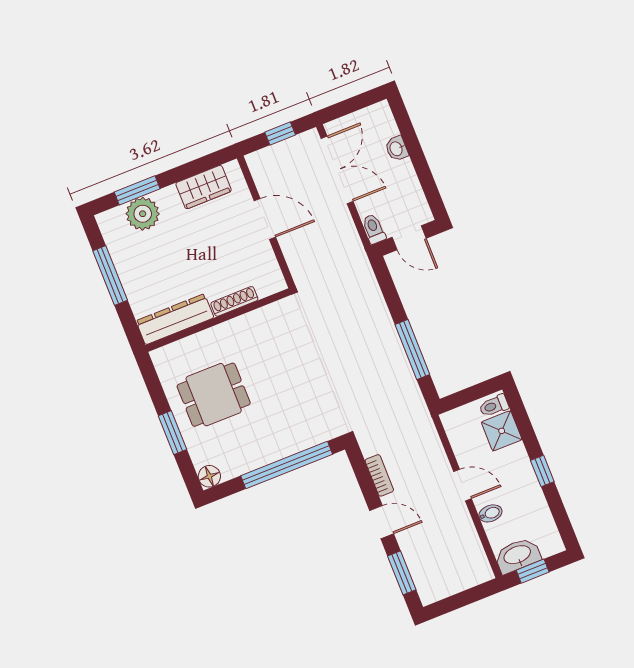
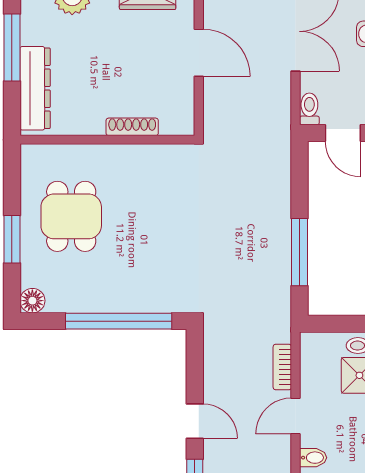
dresser: (175, 319) -> (35, 88), moved, turned 90
dining table: (214, 395) -> (71, 216), turned 90
bookcase: (379, 475) -> (282, 367), moved, turned 180
door: (463, 485) -> (296, 416), swing flipped

